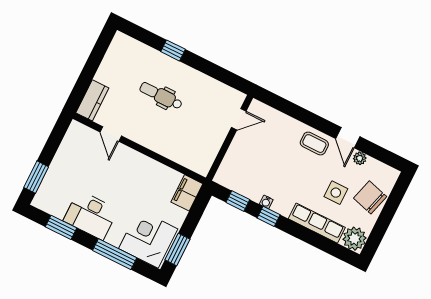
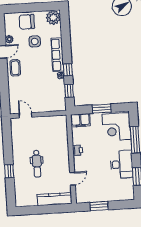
kitchen counter: (92, 100) -> (55, 199), width x1.50
printer: (147, 164) -> (77, 150), added
window: (36, 177) -> (99, 206), moved
chair: (370, 197) -> (27, 22), turned 74
row of seats: (317, 223) -> (57, 55), moved
window: (177, 250) -> (102, 109), moved

